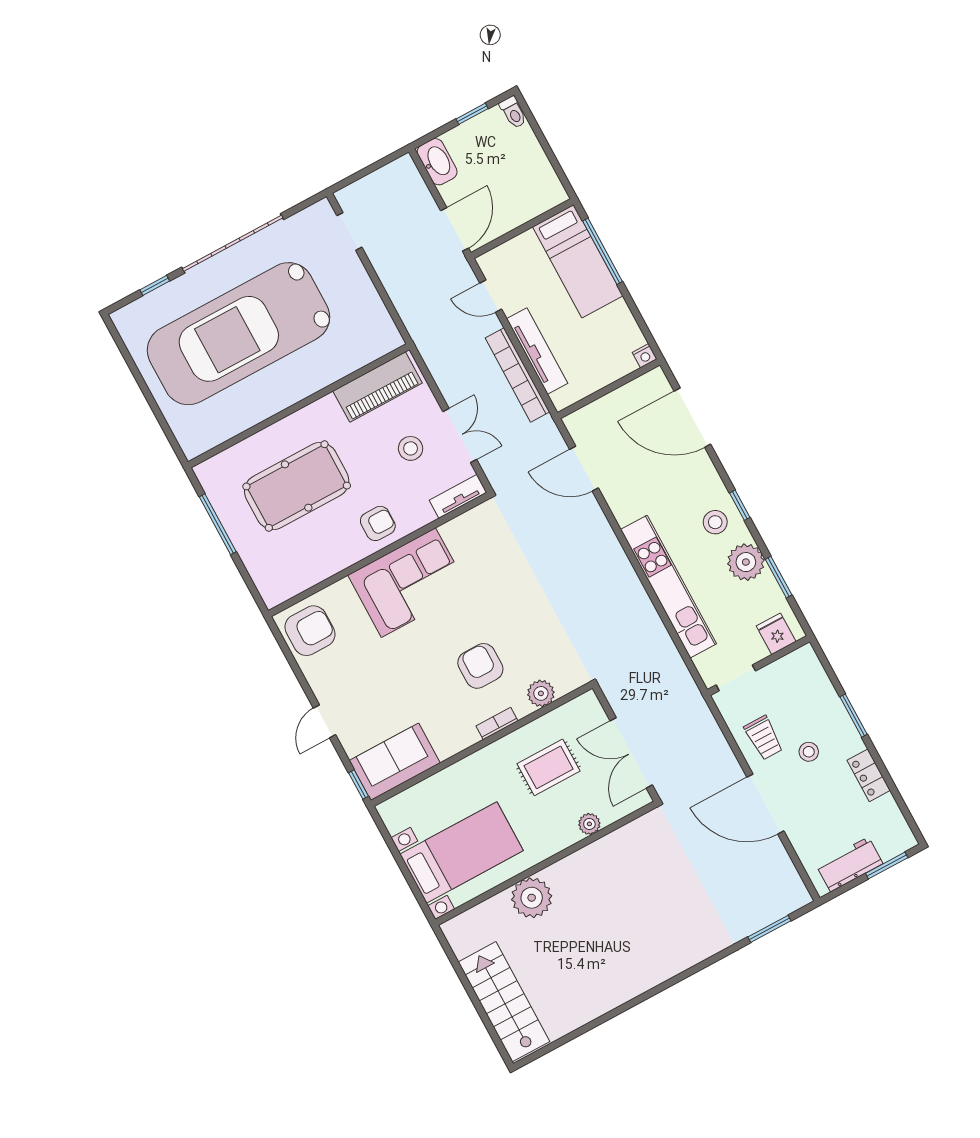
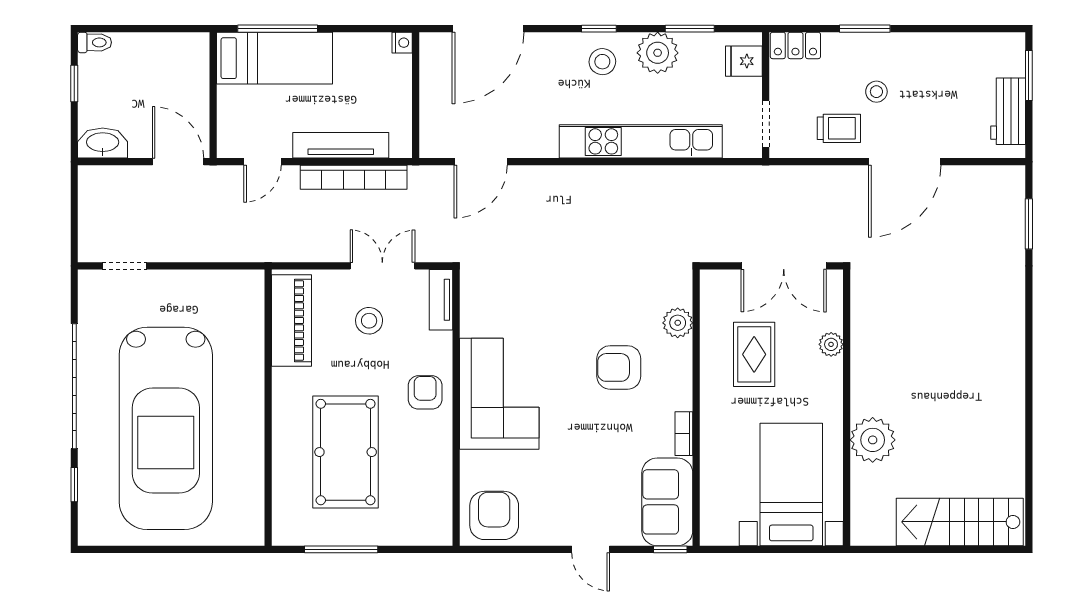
bookcase: (497, 724) -> (684, 434), moved
locker: (869, 775) -> (795, 45), moved

